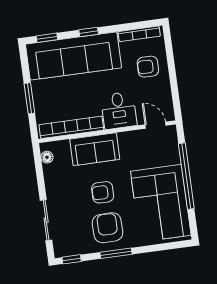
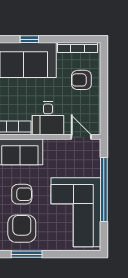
armchair: (103, 192) -> (22, 194), turned 180

